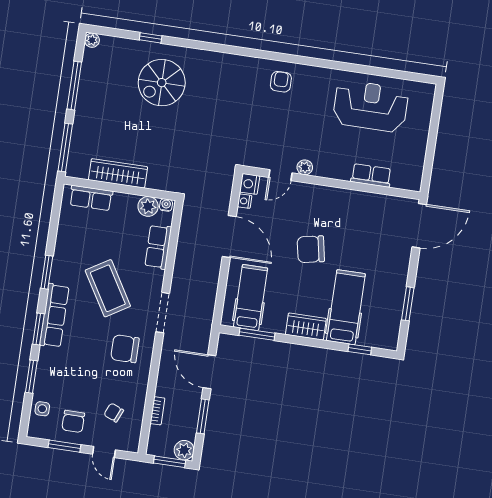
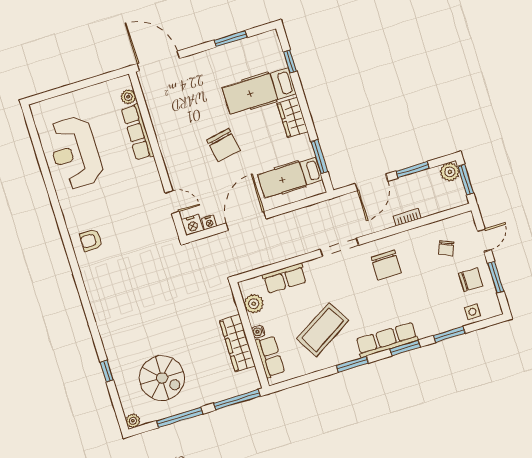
spiral stairs: (162, 83) -> (162, 378), moved
plant: (305, 167) -> (128, 97), moved
row of seats: (371, 175) -> (137, 132), width x1.48
water cooler: (166, 205) -> (258, 332), moved
coffee table: (108, 288) -> (323, 330), moved
bookcase: (157, 411) -> (407, 217), moved

